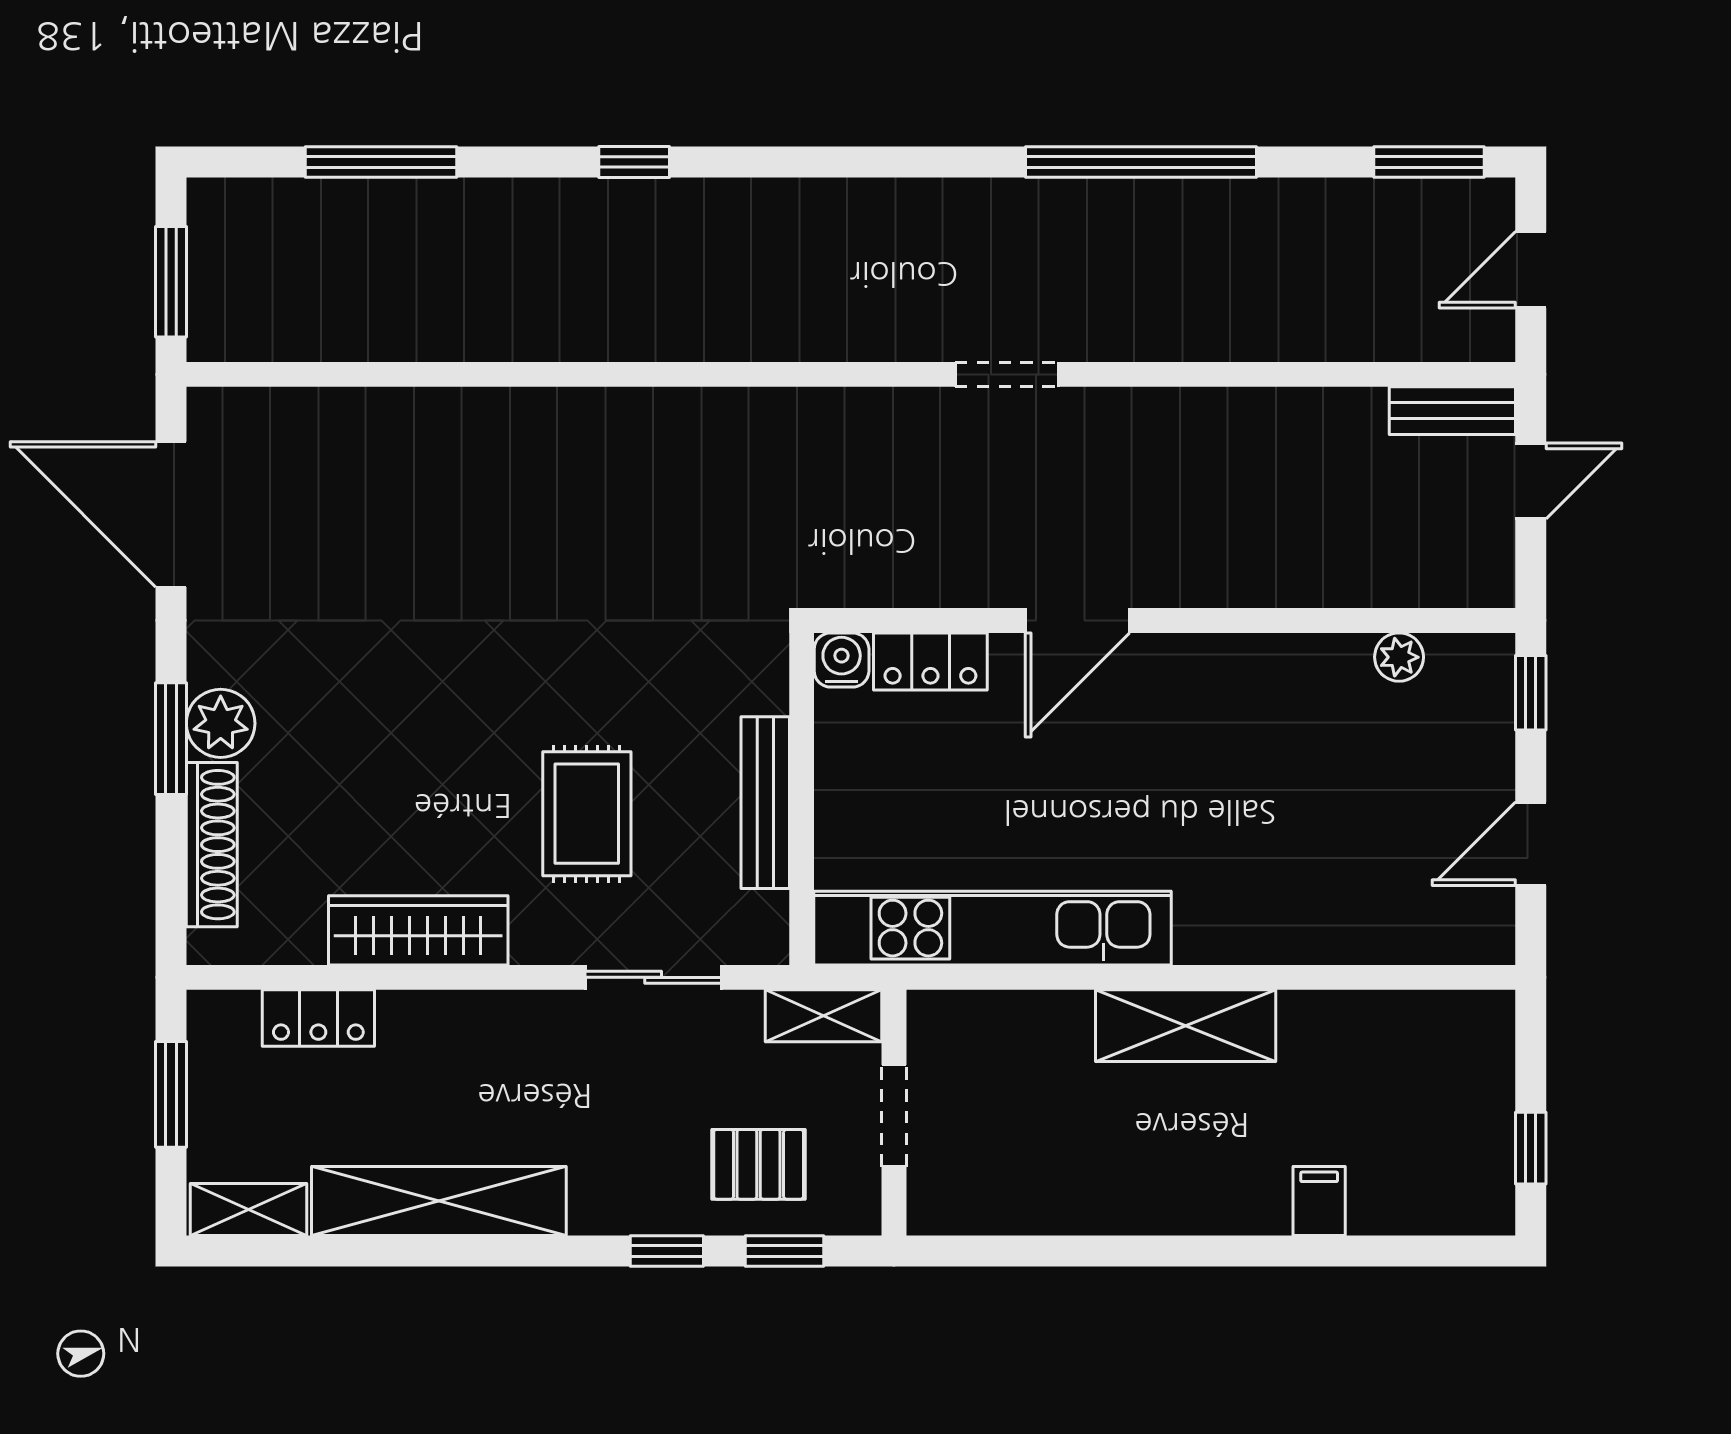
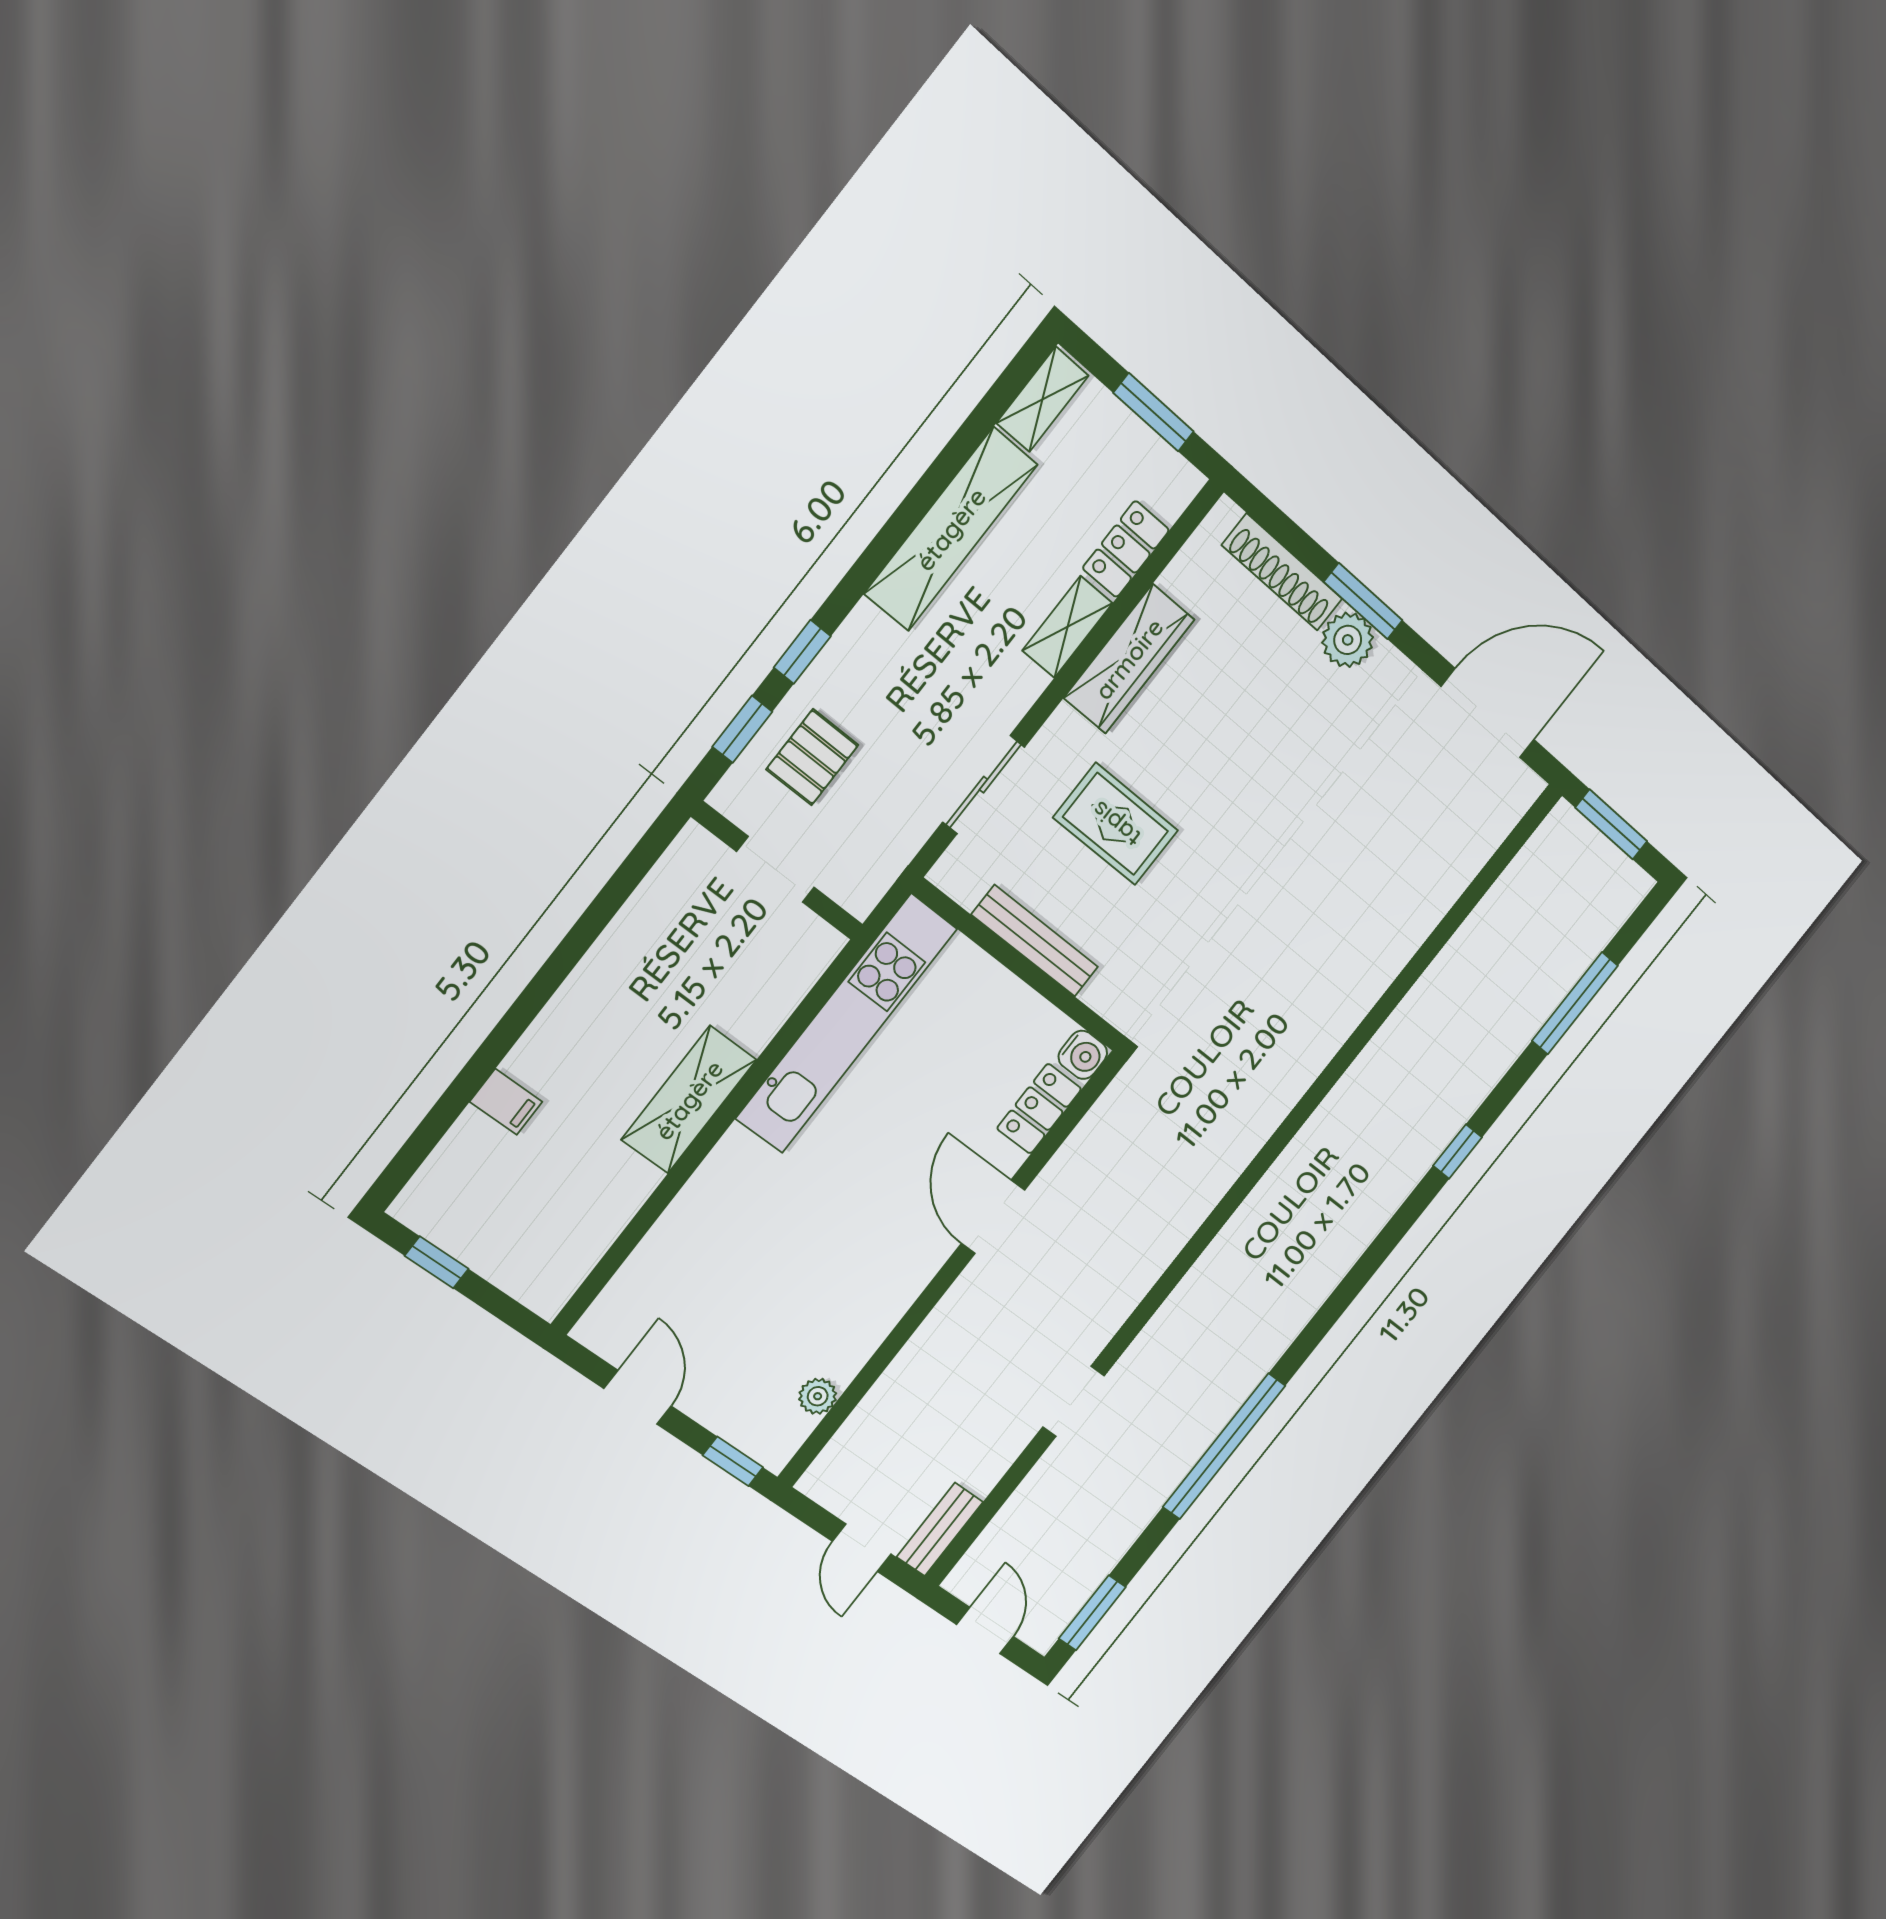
doorway: (1007, 374) -> (1073, 1401), moved
shelving: (823, 1016) -> (1067, 627), moved

